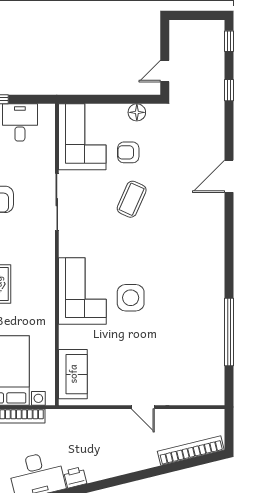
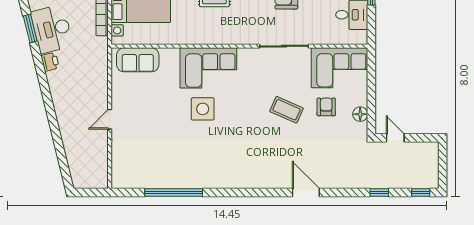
bookcase: (191, 451) -> (73, 160), removed

